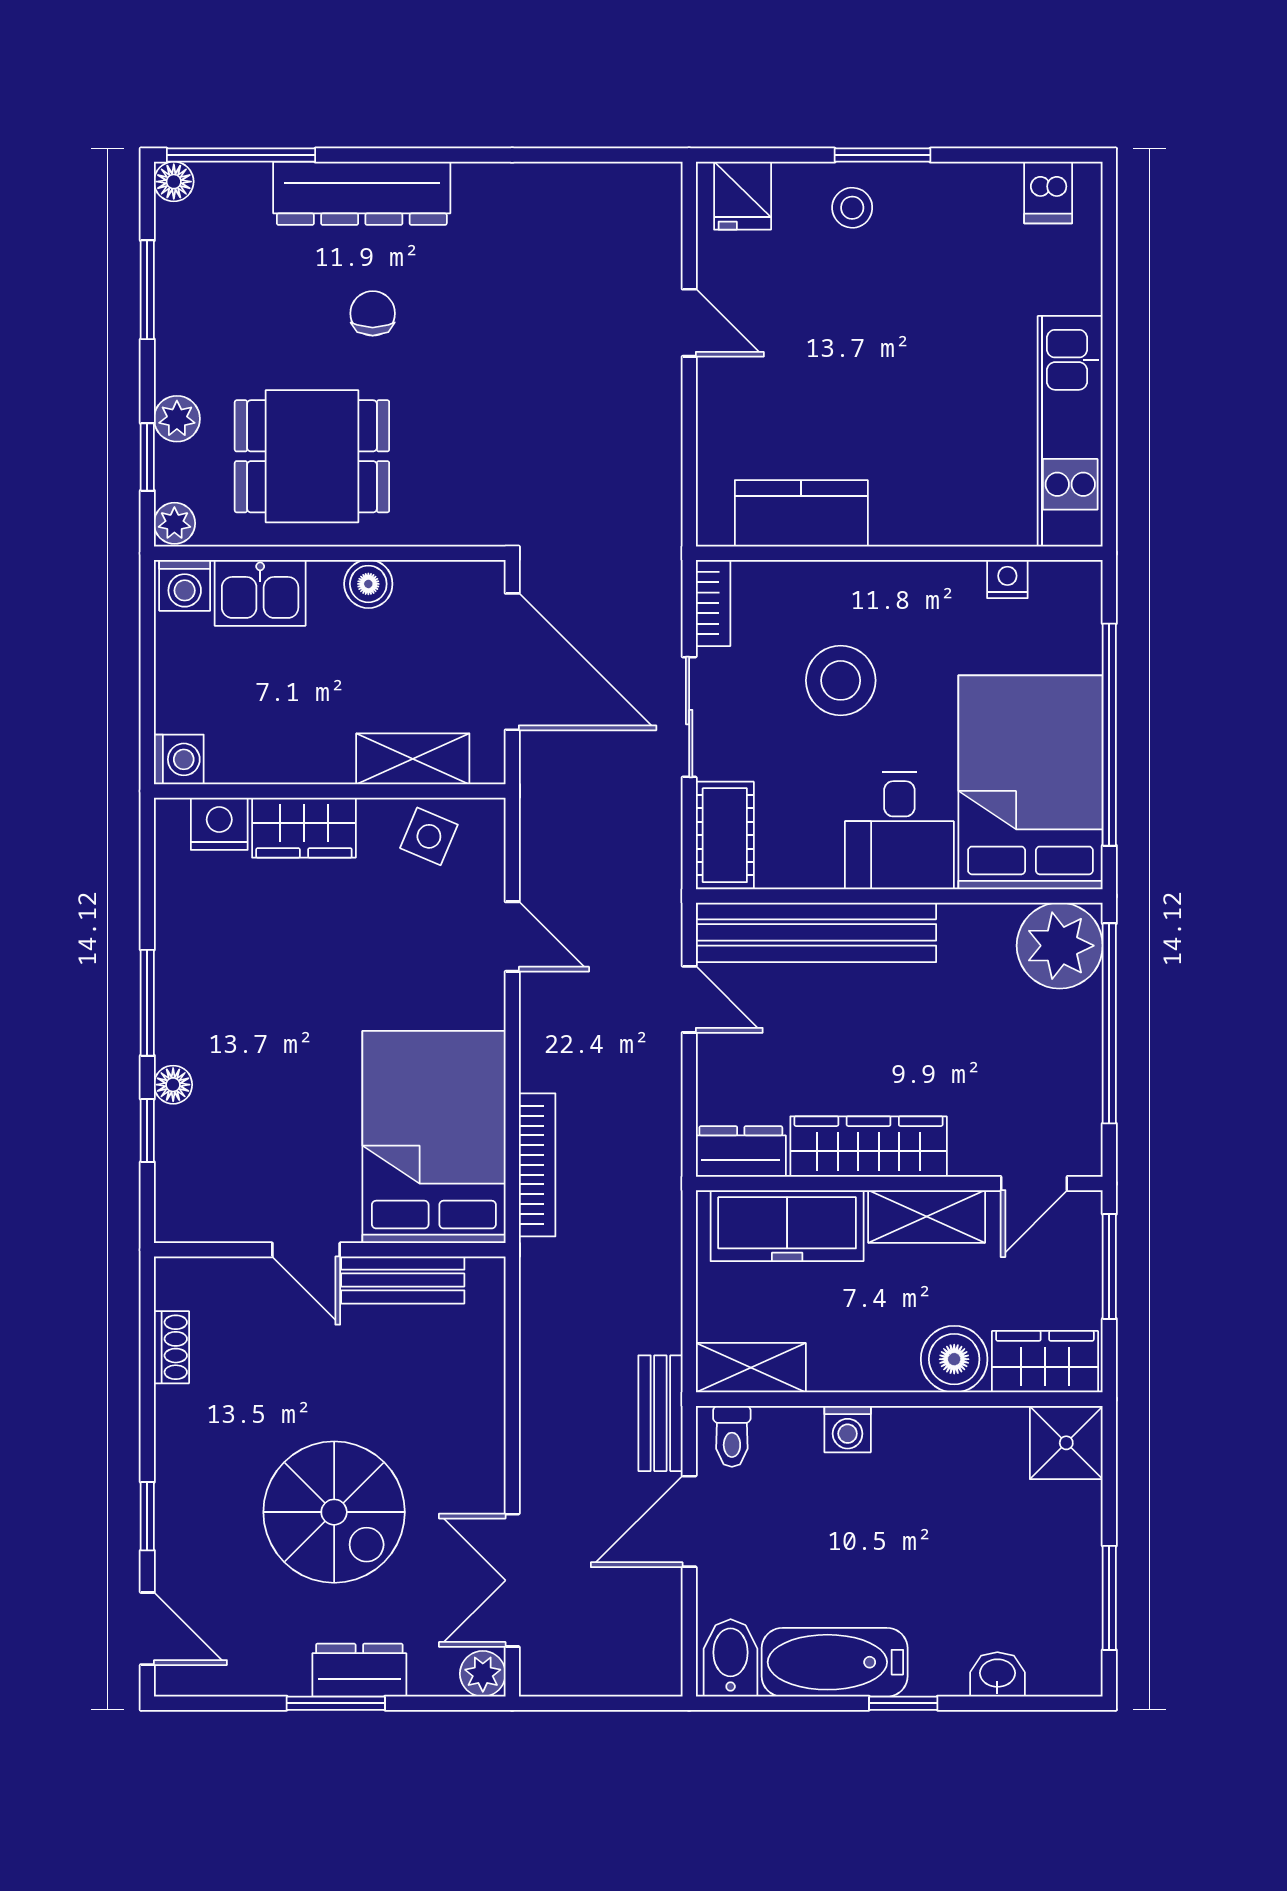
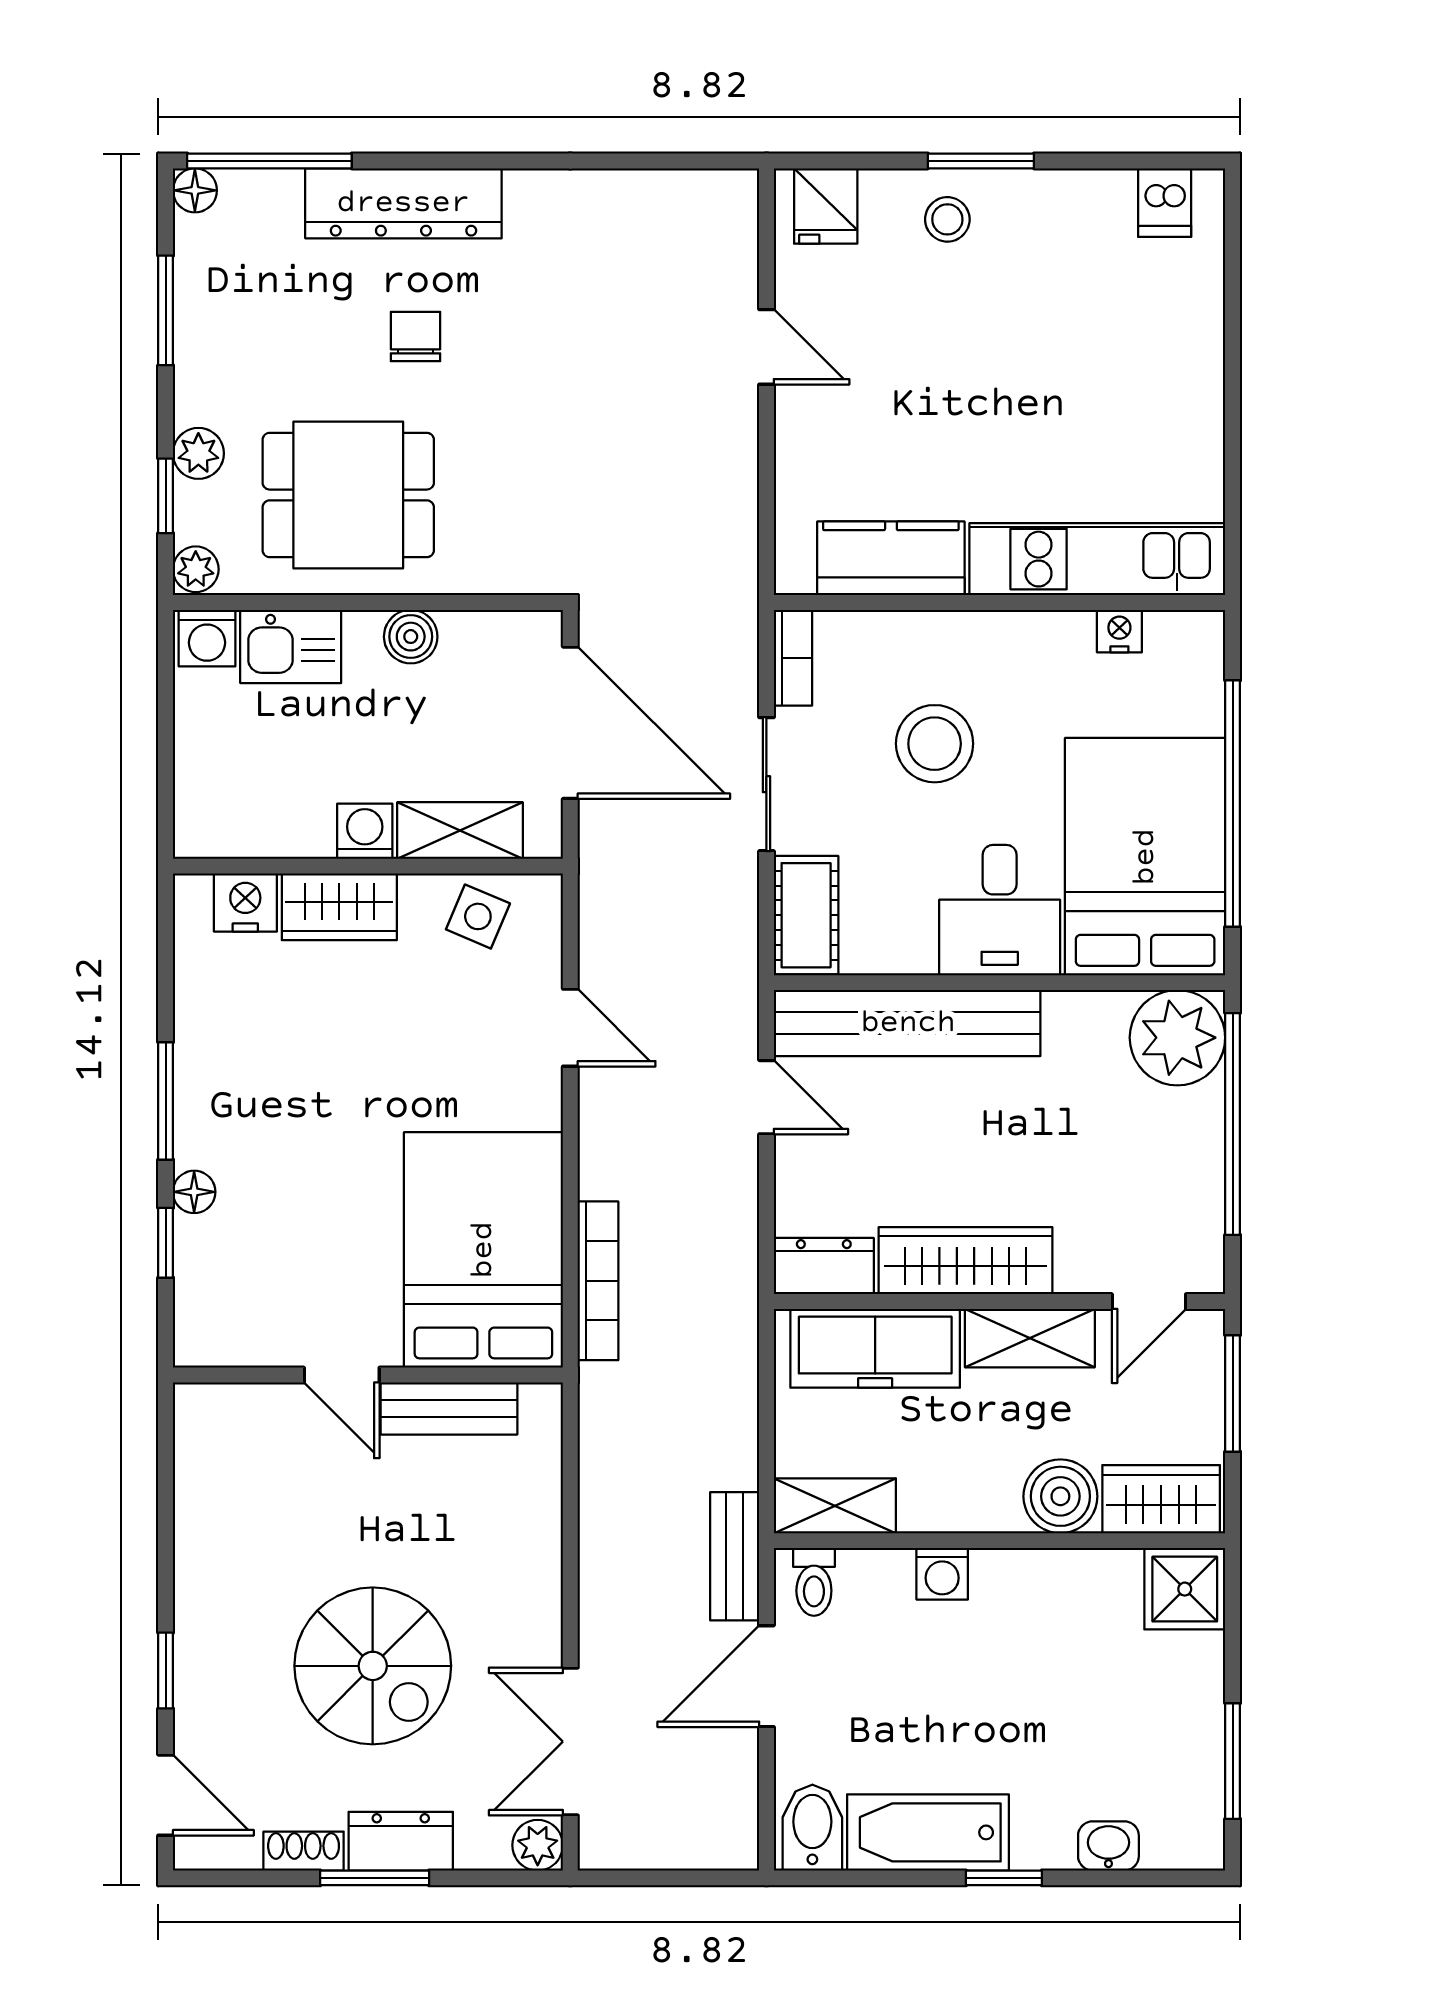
kitchen unit: (1070, 431) -> (1097, 559), moved, turned 90
washing machine: (179, 759) -> (365, 831), moved, turned -90
shoe rack: (171, 1347) -> (304, 1851), moved, turned -90

